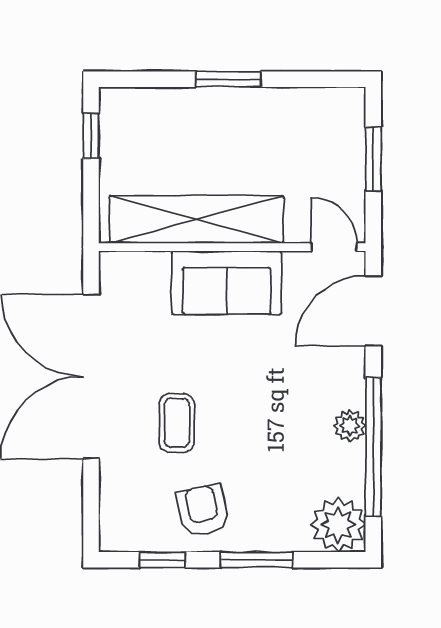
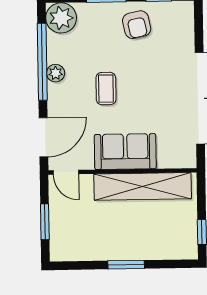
coffee table: (177, 423) -> (106, 89), moved

